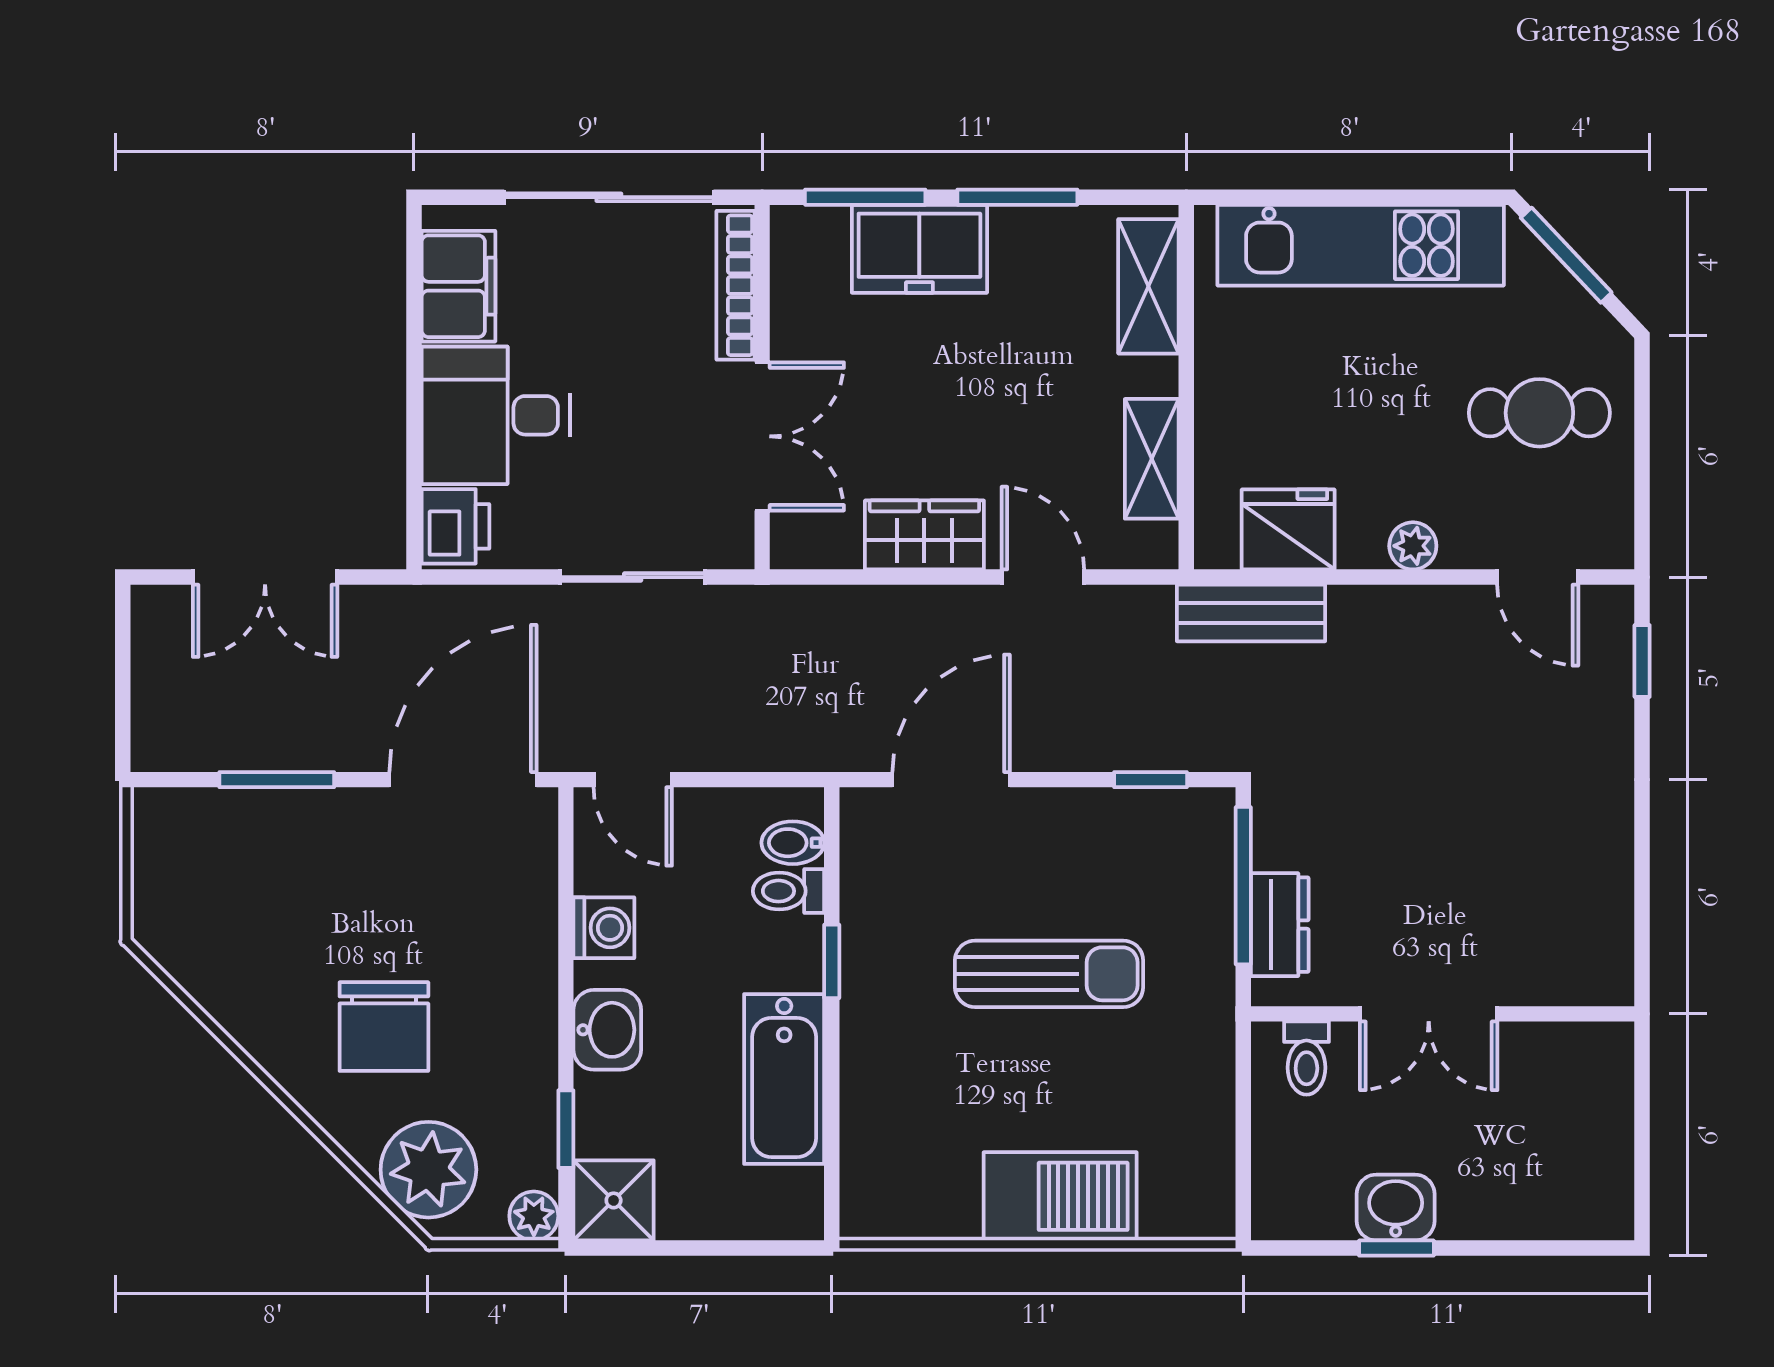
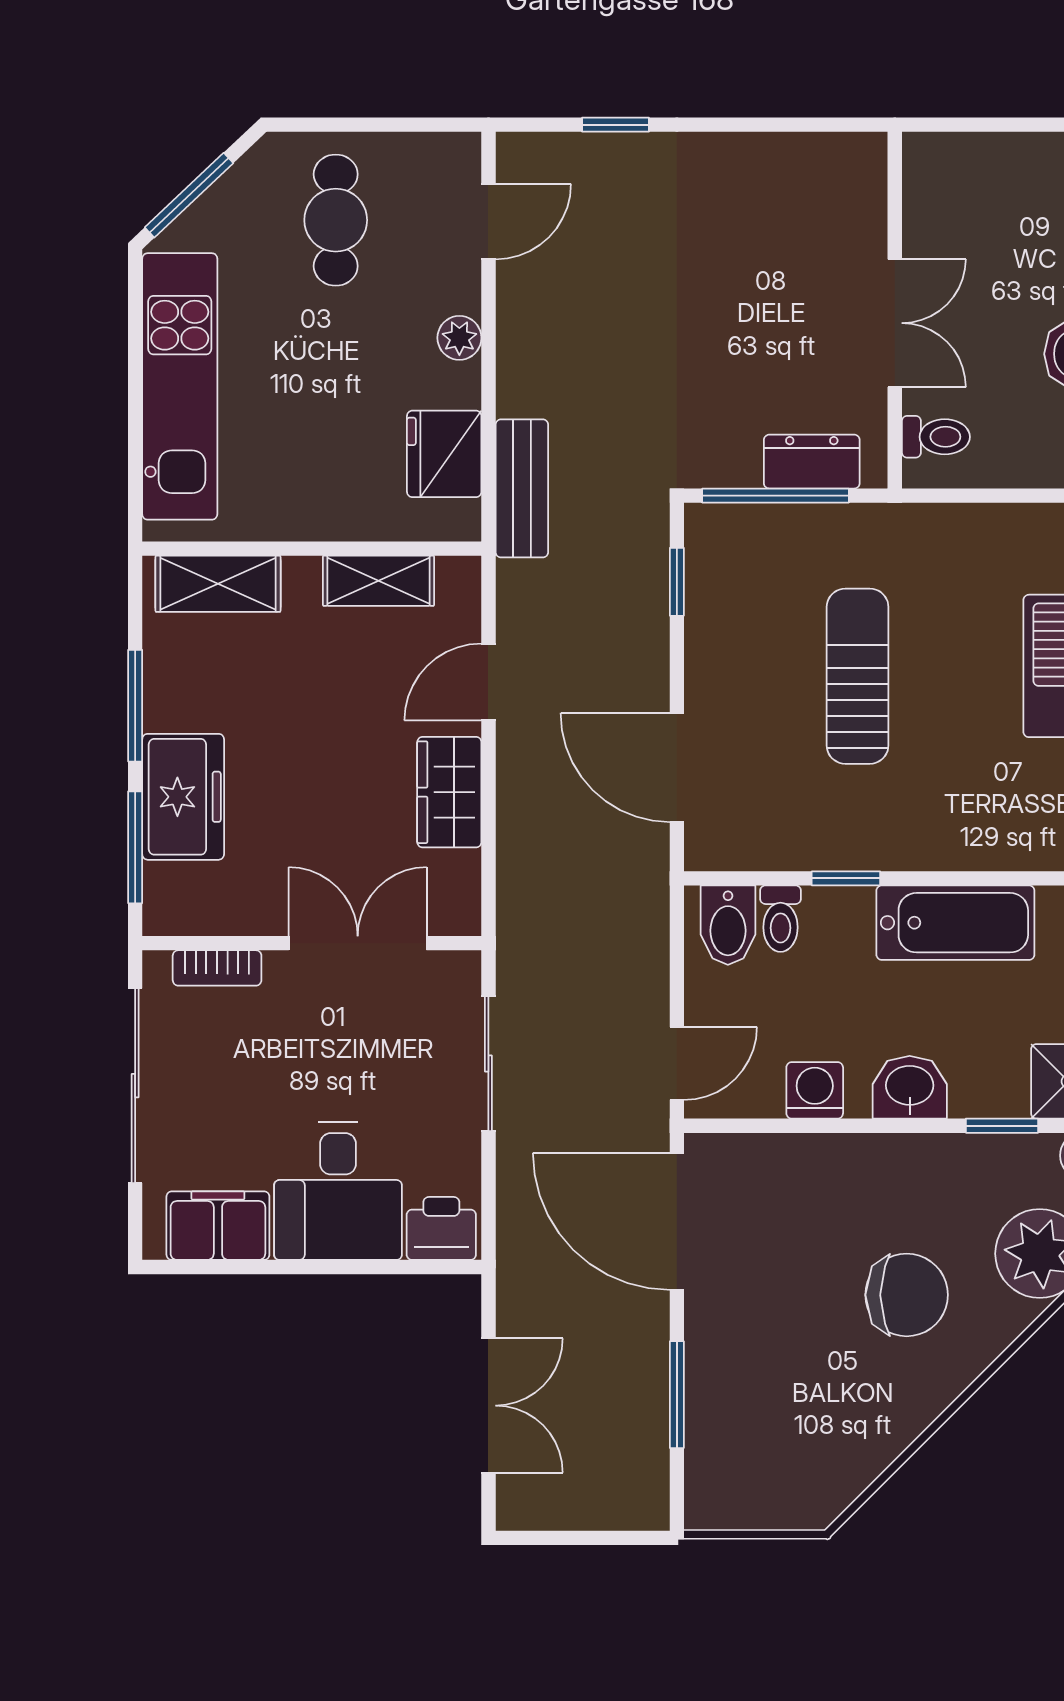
bookcase: (735, 285) -> (217, 968), width x0.64
window: (1642, 661) -> (615, 125), moved
bidet: (793, 843) -> (728, 925), width x1.38, depth x1.36

